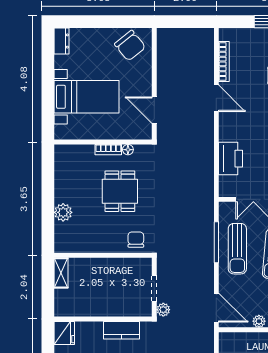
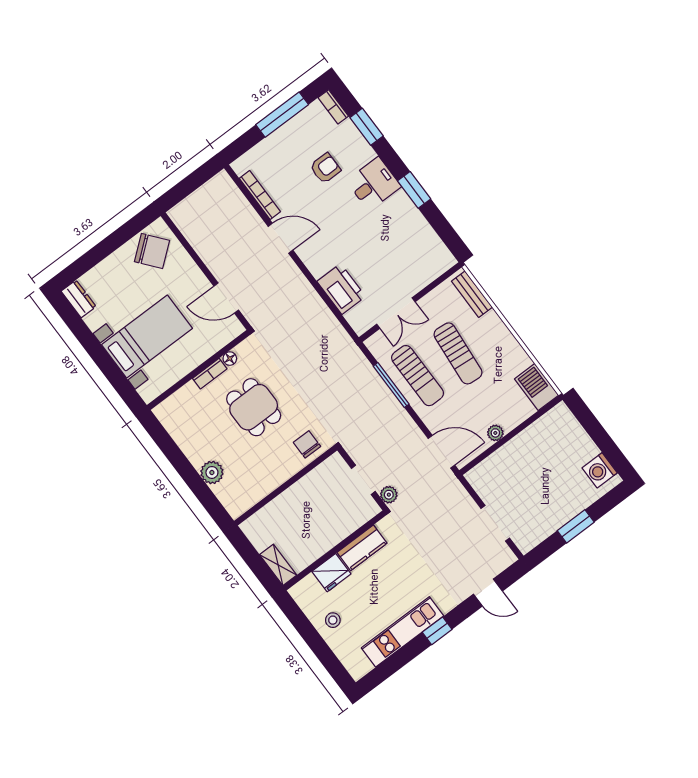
shelving: (61, 273) -> (278, 565), moved
fridge: (64, 333) -> (331, 573), moved, turned 90

